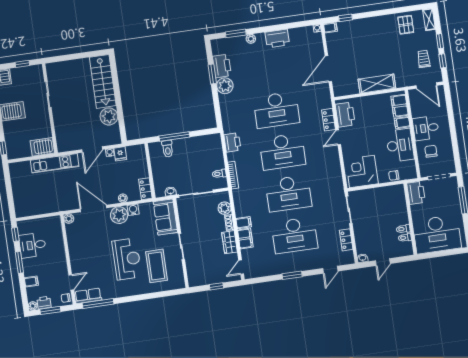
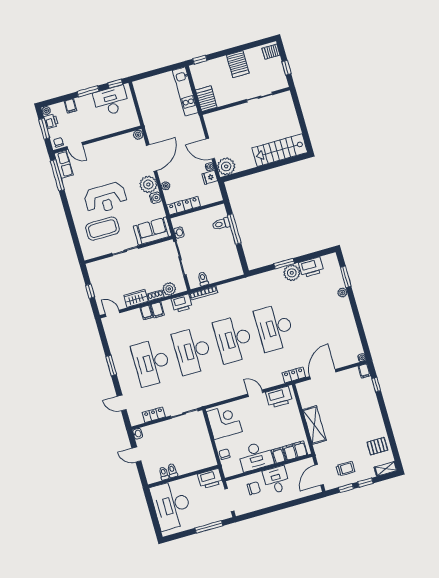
printer: (277, 39) -> (346, 319), removed
door: (328, 69) -> (323, 374), hinge flipped
window: (212, 74) -> (284, 264), moved
plant: (109, 116) -> (226, 166), moved
locker: (328, 120) -> (294, 375), moved
printer: (232, 142) -> (182, 303), moved
kitchen unit: (55, 163) -> (185, 91), moved
locker: (145, 189) -> (184, 206), width x1.53
filing cabinet: (245, 238) -> (146, 312), width x0.50
desk: (33, 245) -> (111, 101), width x1.37

